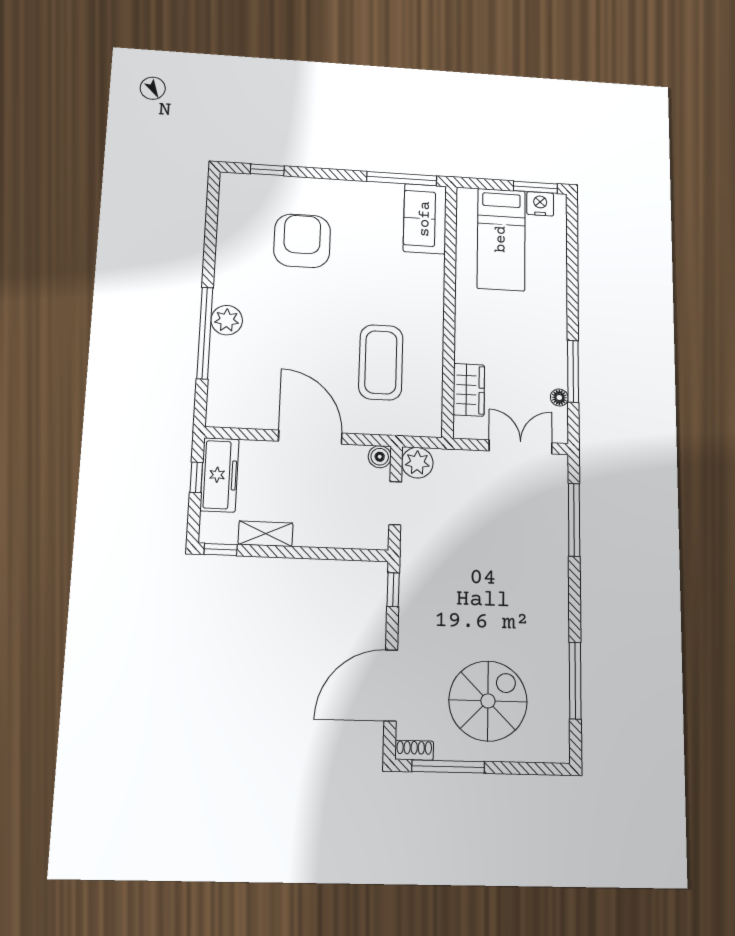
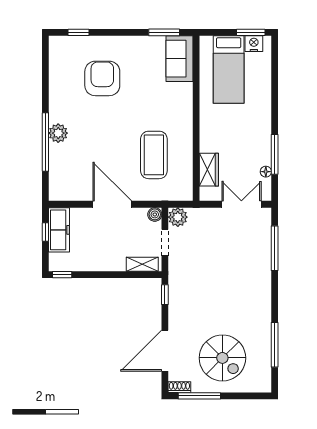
window: (402, 179) -> (164, 32), width x0.69
shelving: (266, 534) -> (142, 264), moved
spiral stairs: (488, 701) -> (222, 358), turned 90

